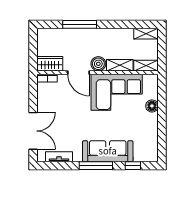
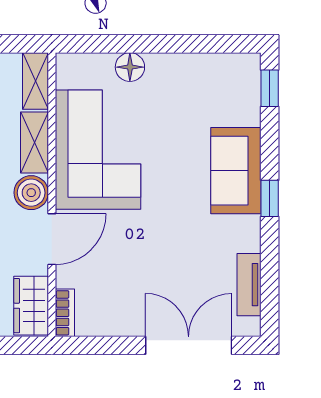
sofa: (108, 151) -> (236, 171), width x0.73
window: (96, 166) -> (270, 198), width x0.46
window: (133, 166) -> (270, 88), moved

